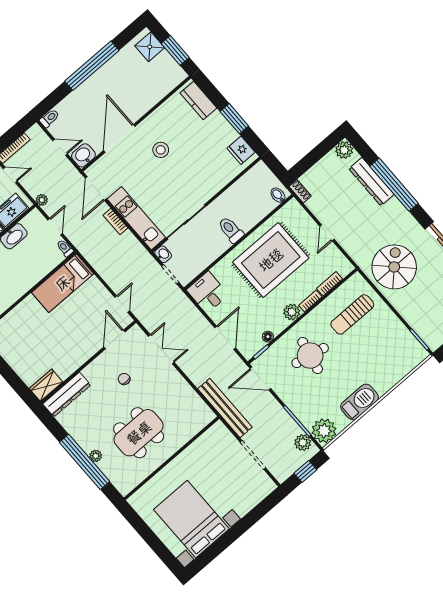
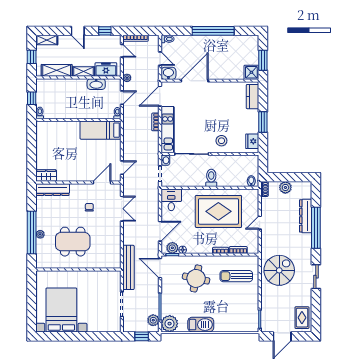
shower: (150, 47) -> (251, 72), moved
stool: (161, 150) -> (221, 141), moved
plant: (344, 150) -> (285, 187), moved
plant: (292, 312) -> (172, 248), moved

